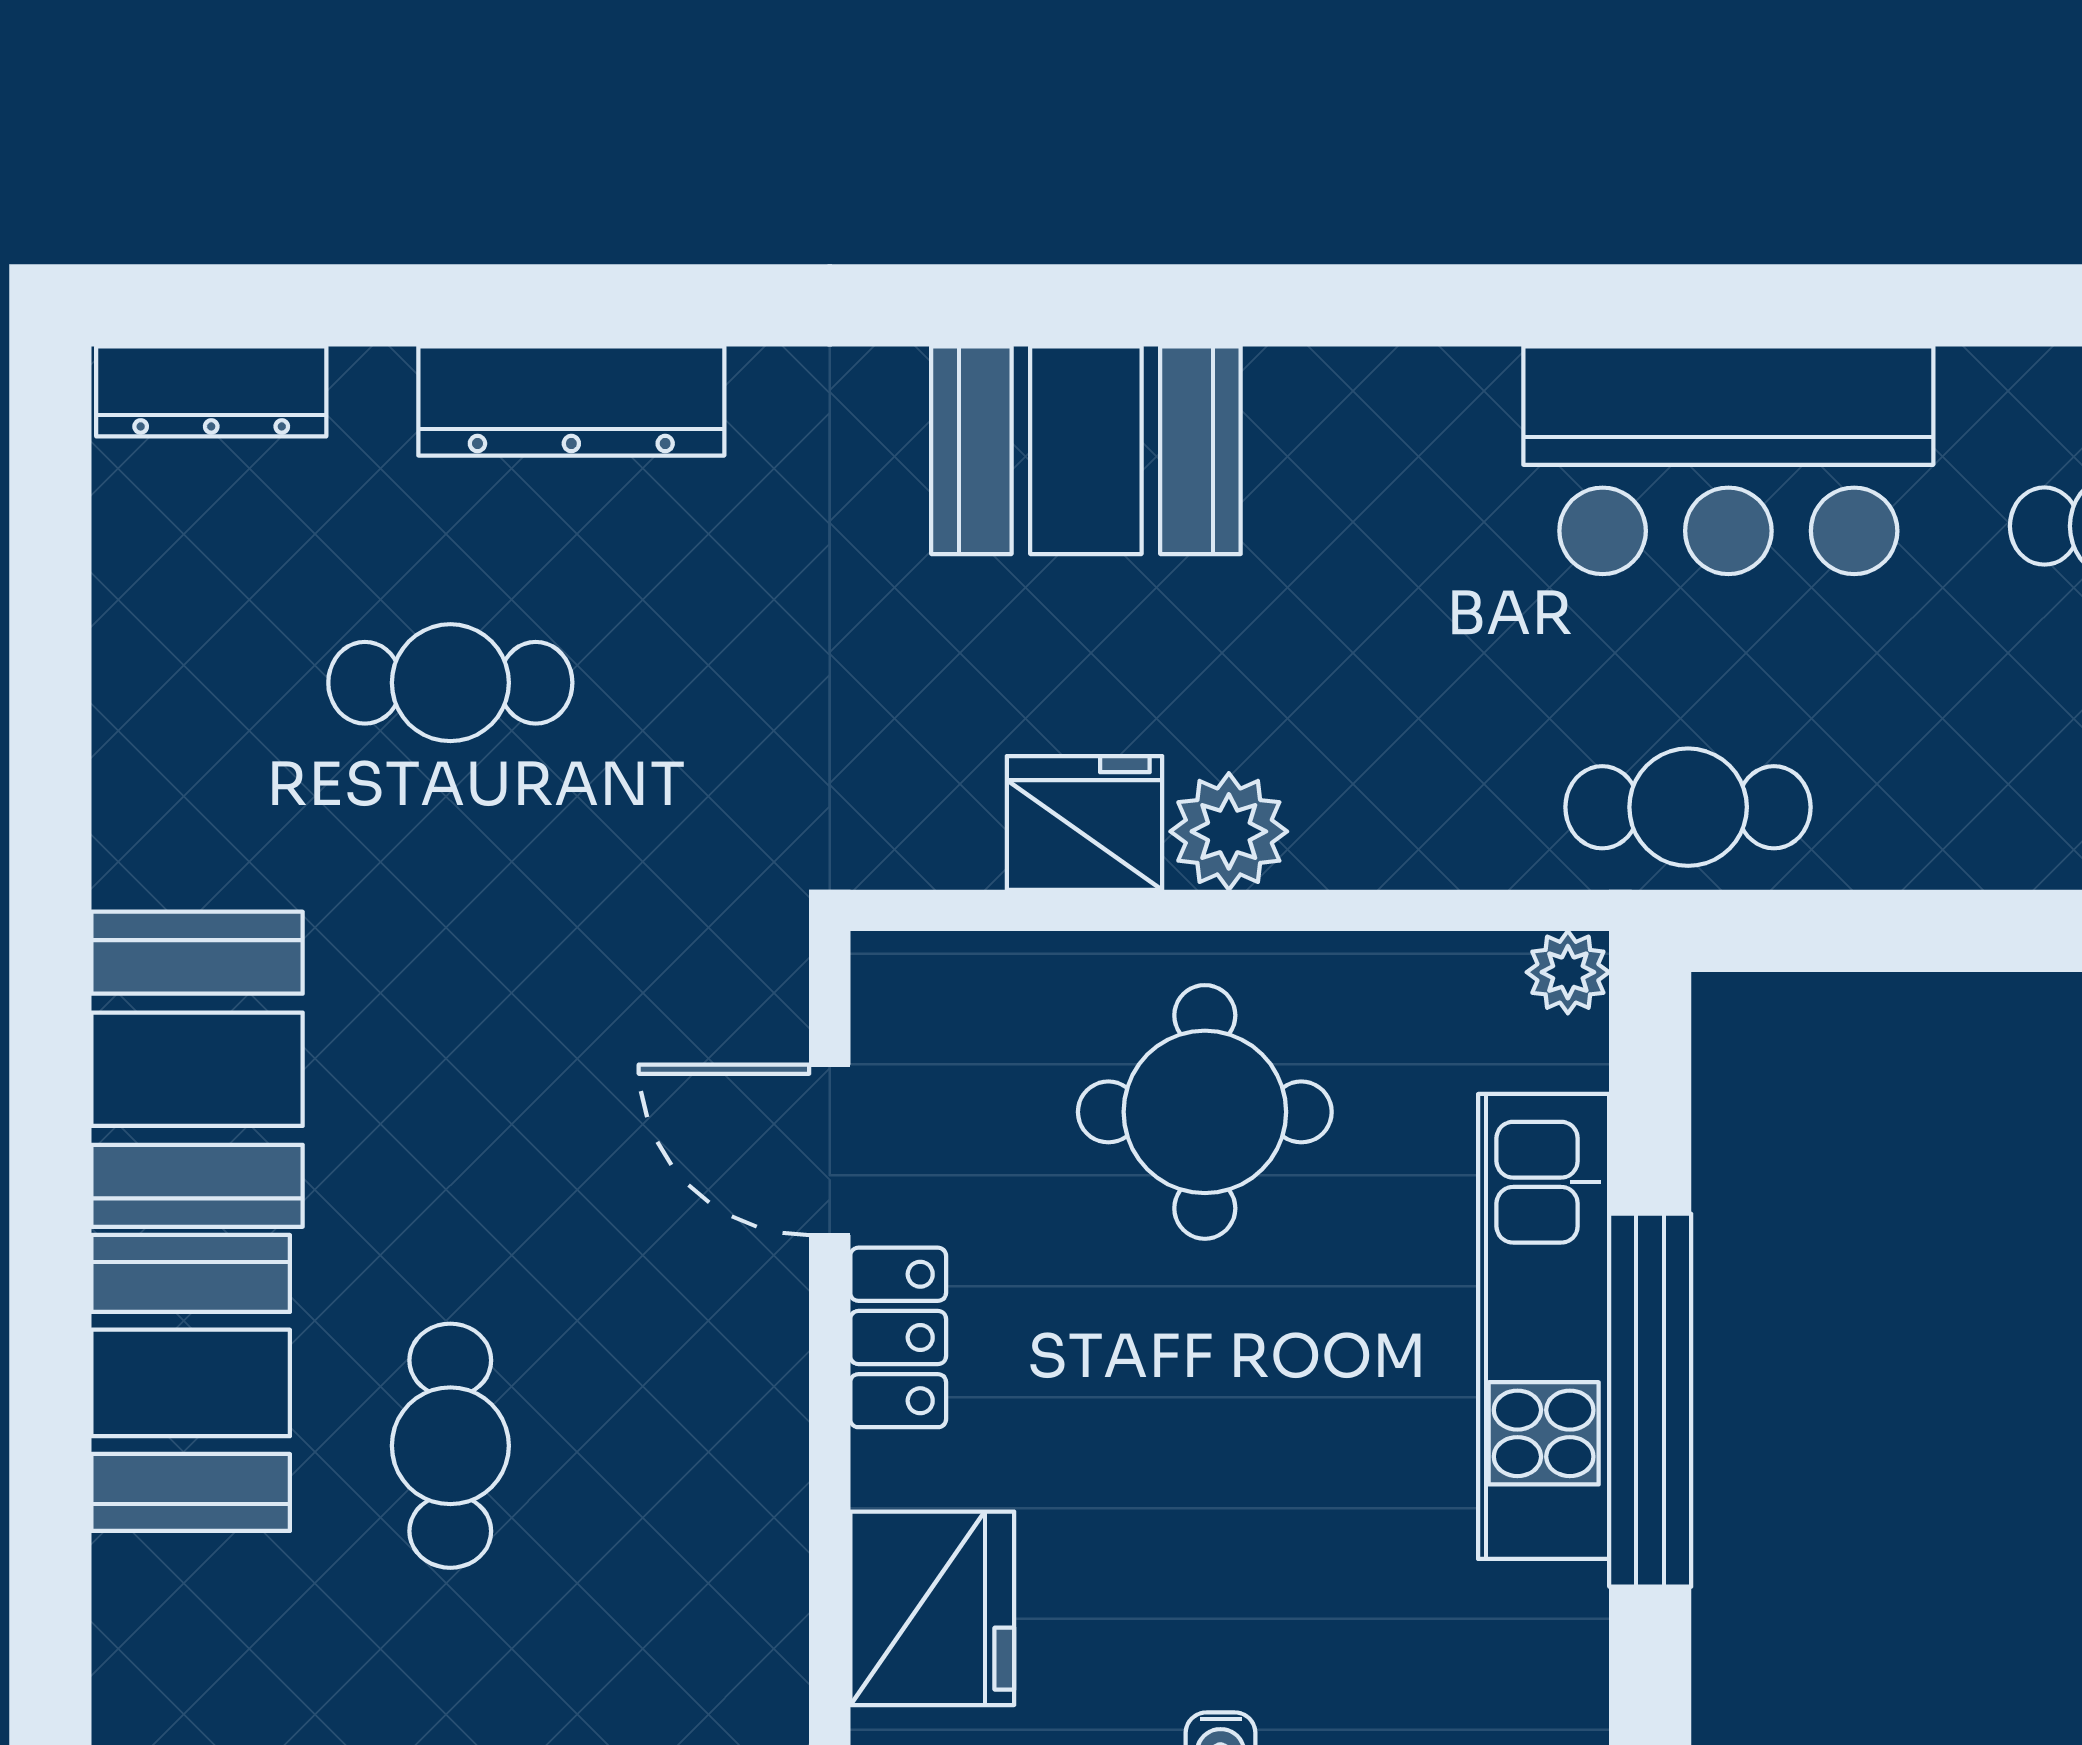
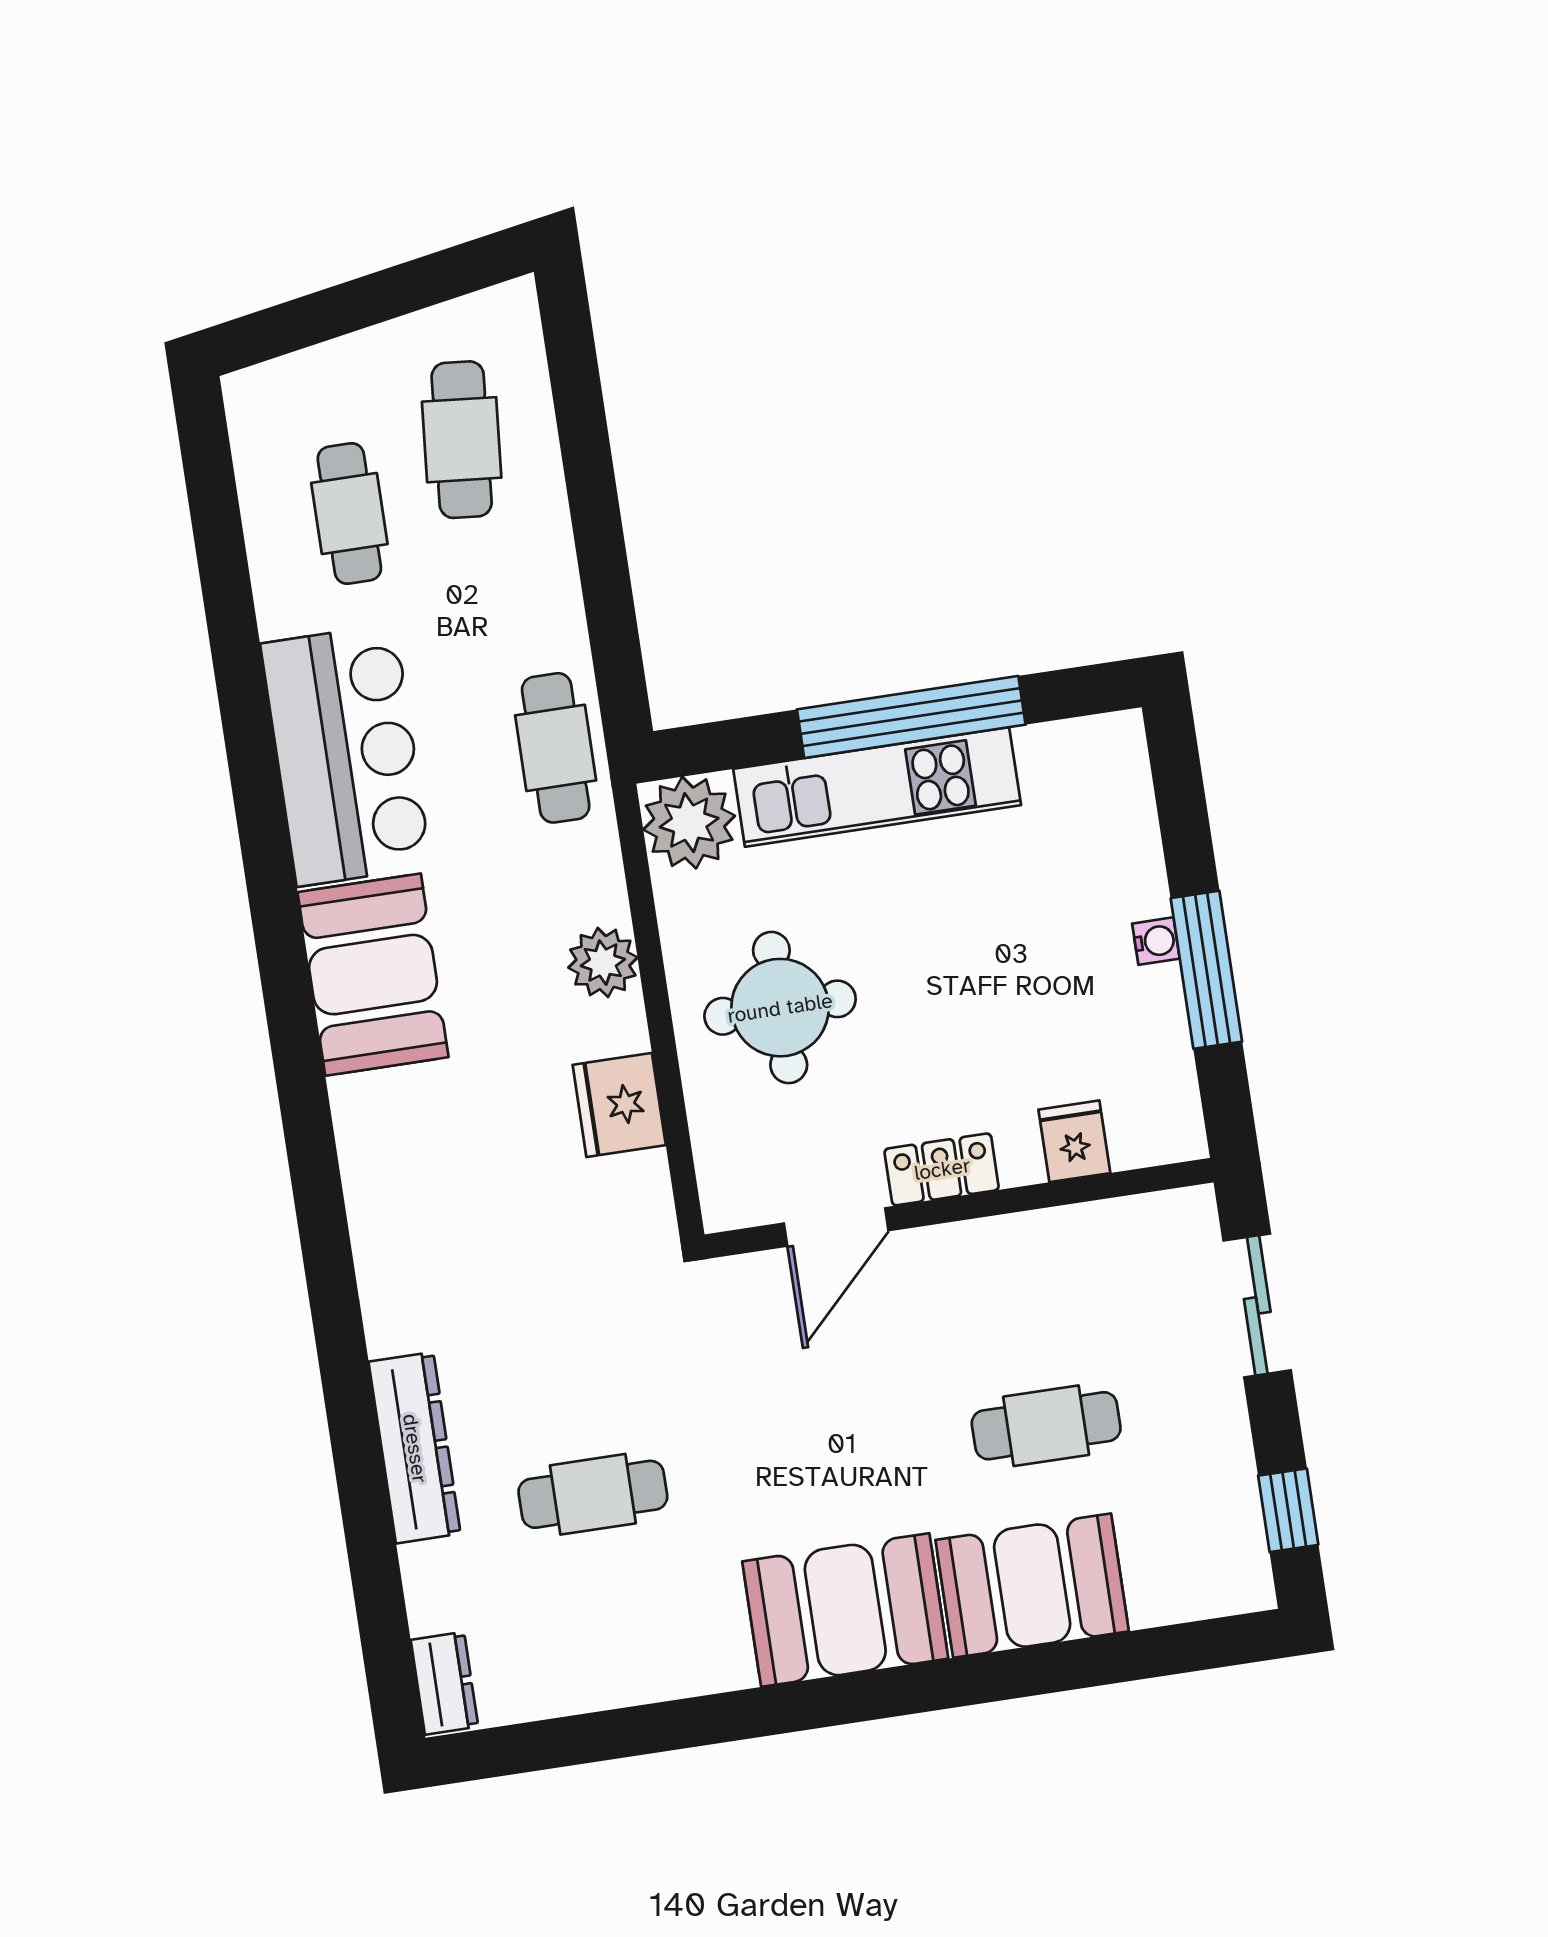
dresser: (211, 391) -> (444, 1683), width x0.70
booth: (1086, 450) -> (373, 975), moved
cafe table: (450, 683) -> (593, 1494), turned 90
plant: (1229, 831) -> (603, 963), moved
plant: (1568, 972) -> (689, 823), width x1.87, depth x1.87
fridge: (932, 1608) -> (1074, 1141), width x0.53, depth x0.75

